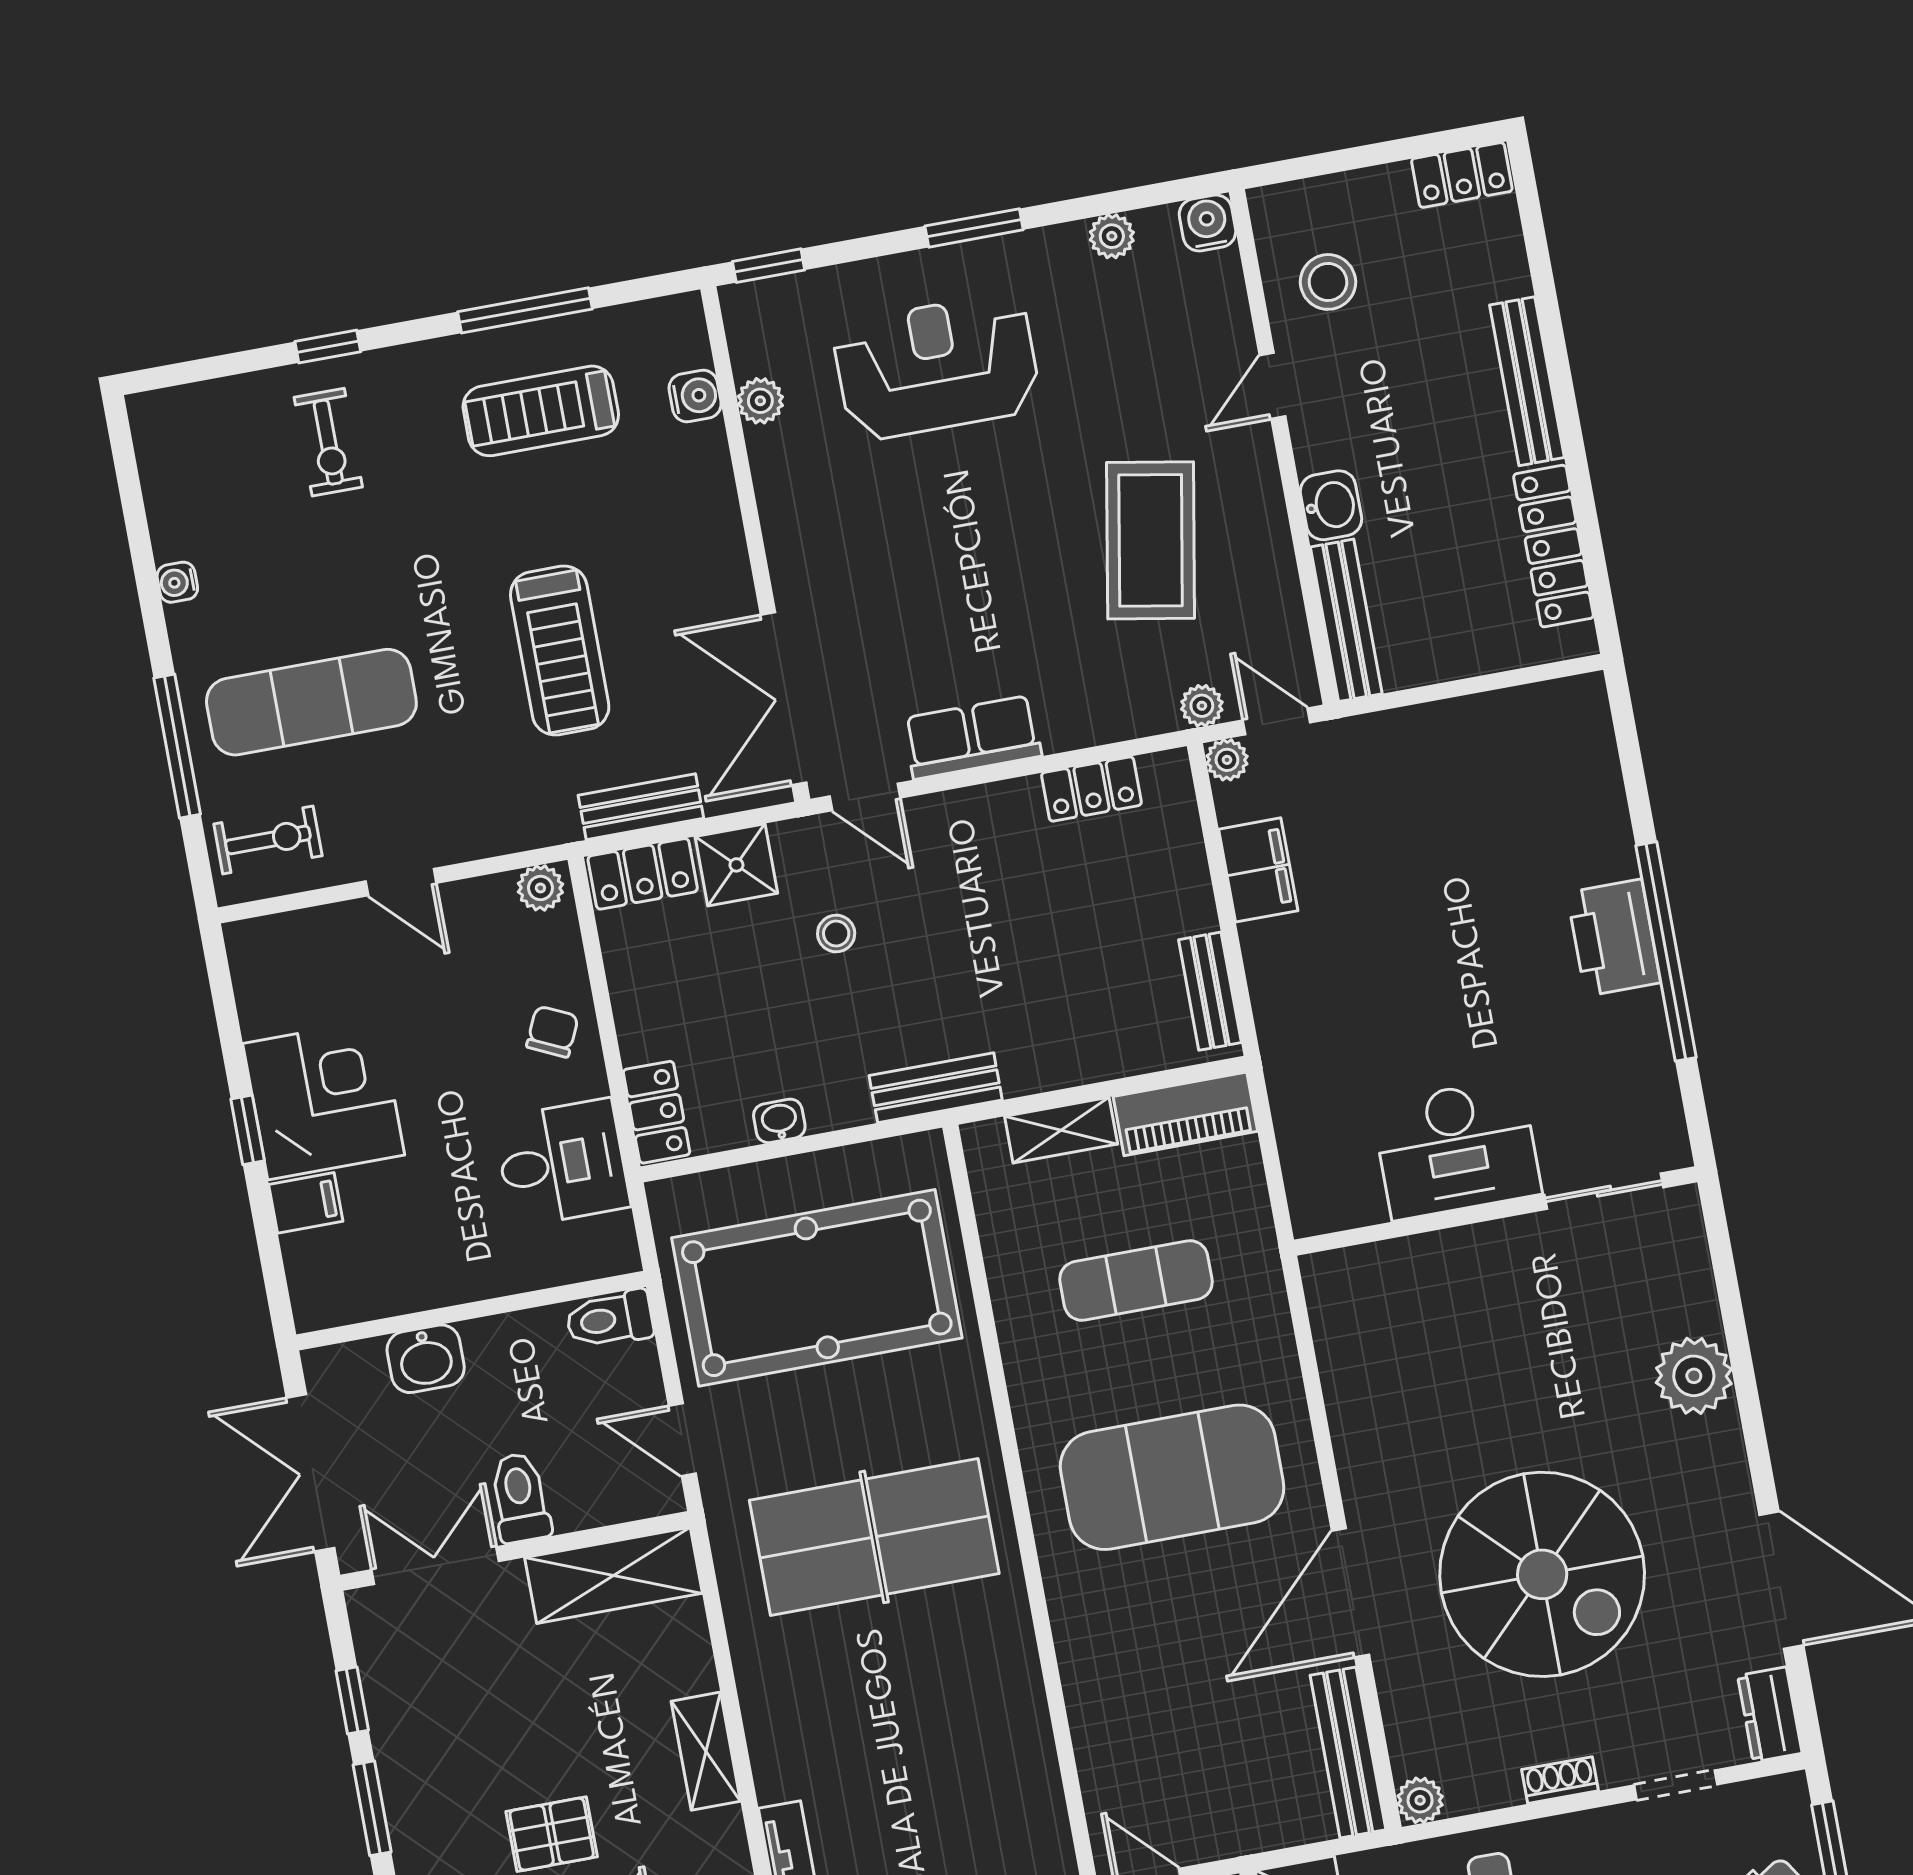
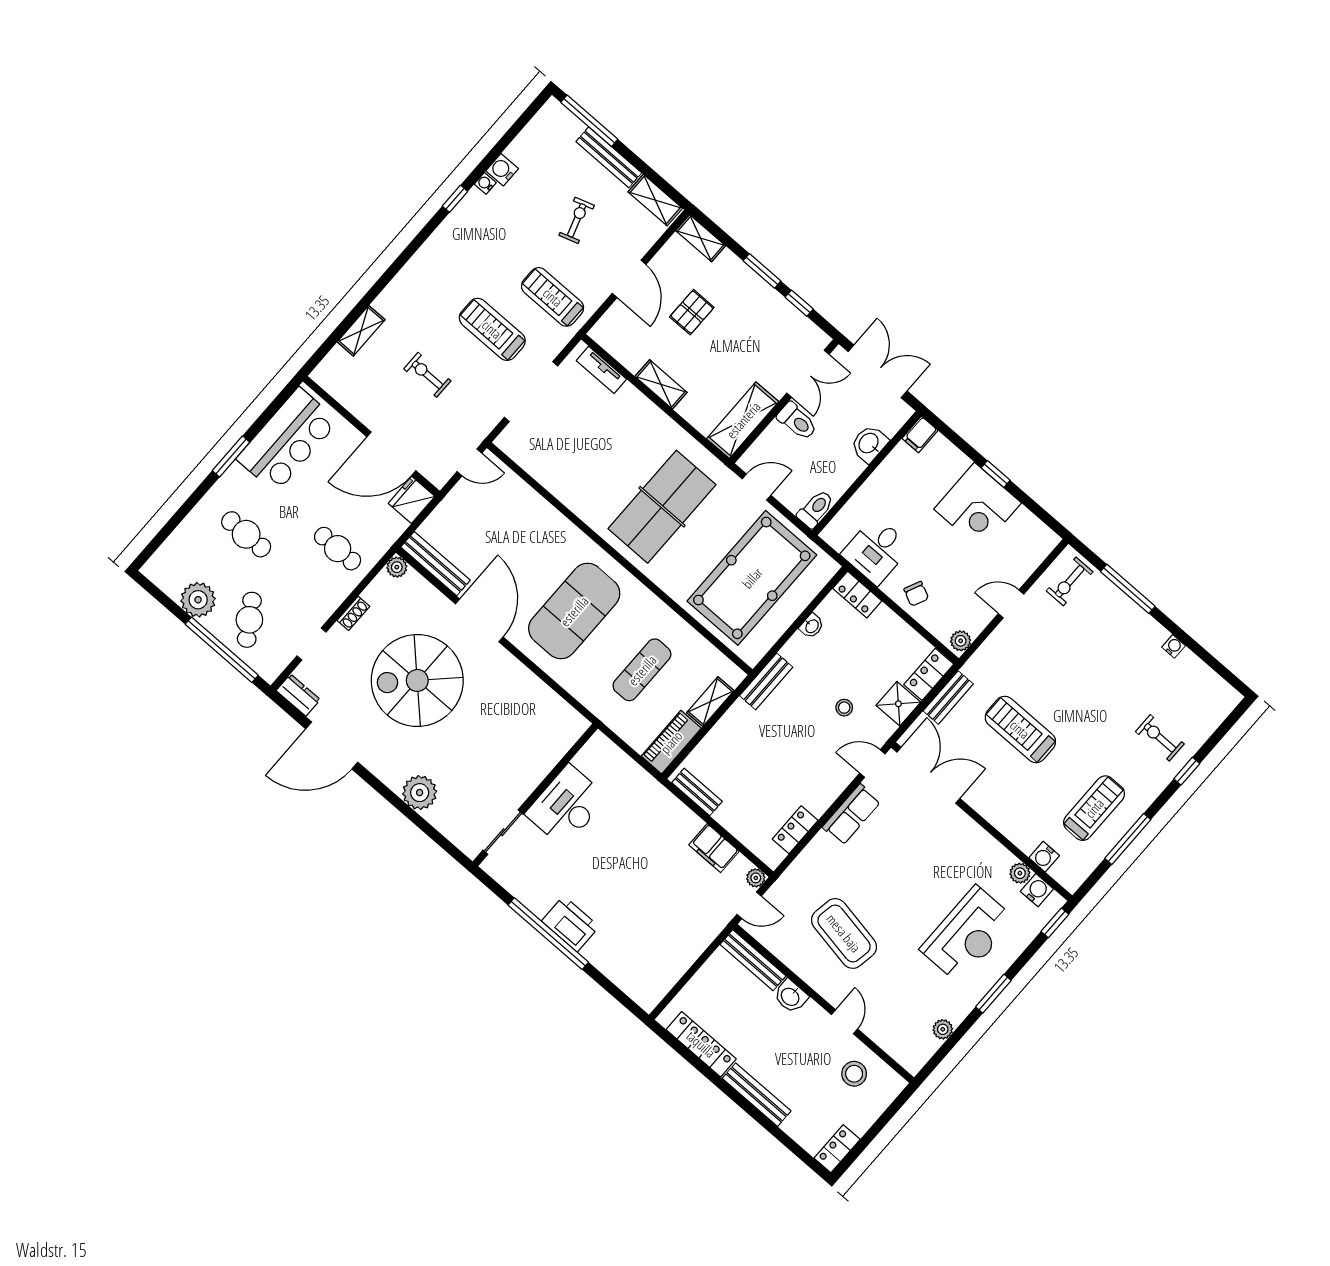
water cooler: (1207, 223) -> (1037, 890), moved, turned -90
exercise mat: (311, 702) -> (1093, 642), removed
plant: (1202, 706) -> (780, 890), removed
filing cabinet: (306, 1203) -> (920, 434), moved

